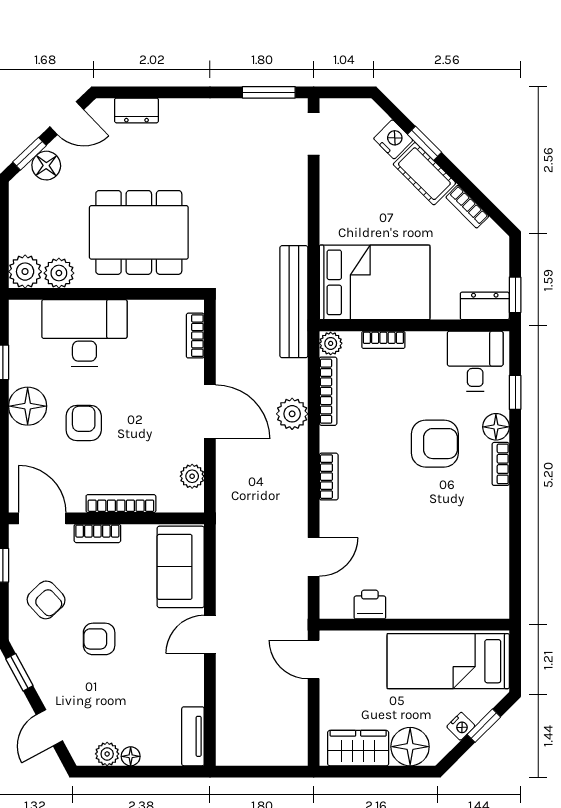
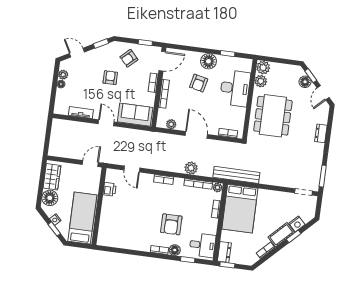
dresser: (136, 110) -> (321, 133), moved
door: (210, 412) -> (196, 135), swing flipped
armchair: (84, 423) -> (199, 83), turned 103
tv unit: (193, 736) -> (81, 112), moved

